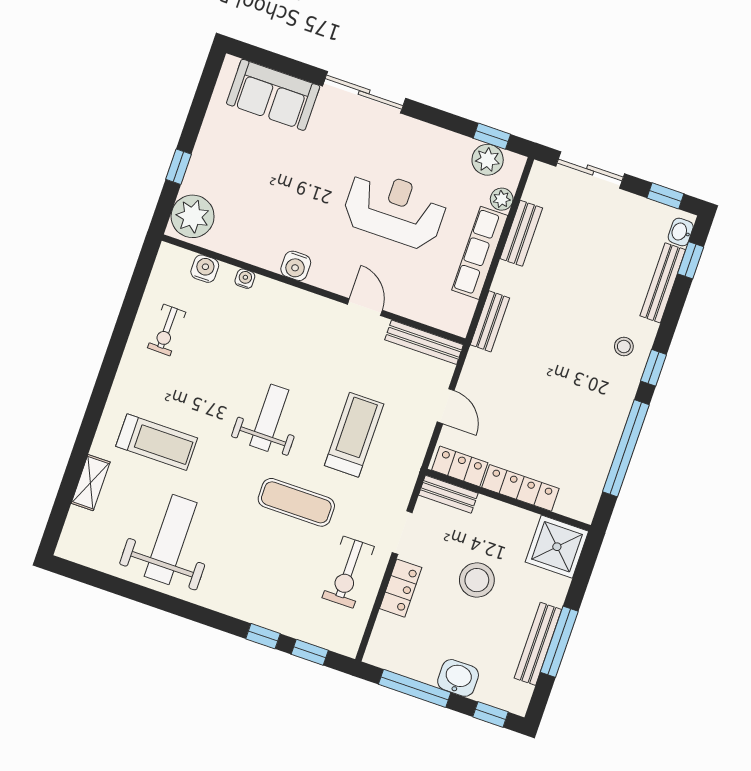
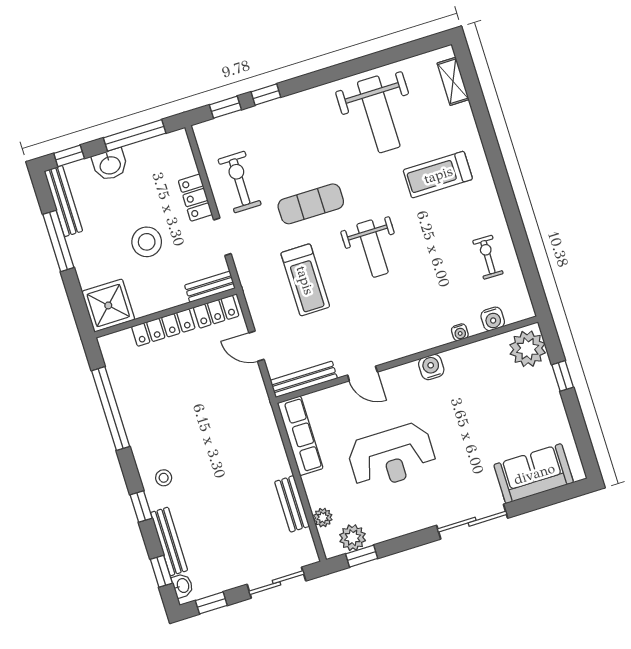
row of seats: (480, 253) -> (300, 436), moved
bench: (490, 321) -> (269, 427), removed
window: (654, 368) -> (141, 507), moved
shelving: (91, 483) -> (453, 81), moved
bench: (538, 644) -> (63, 201), moved

